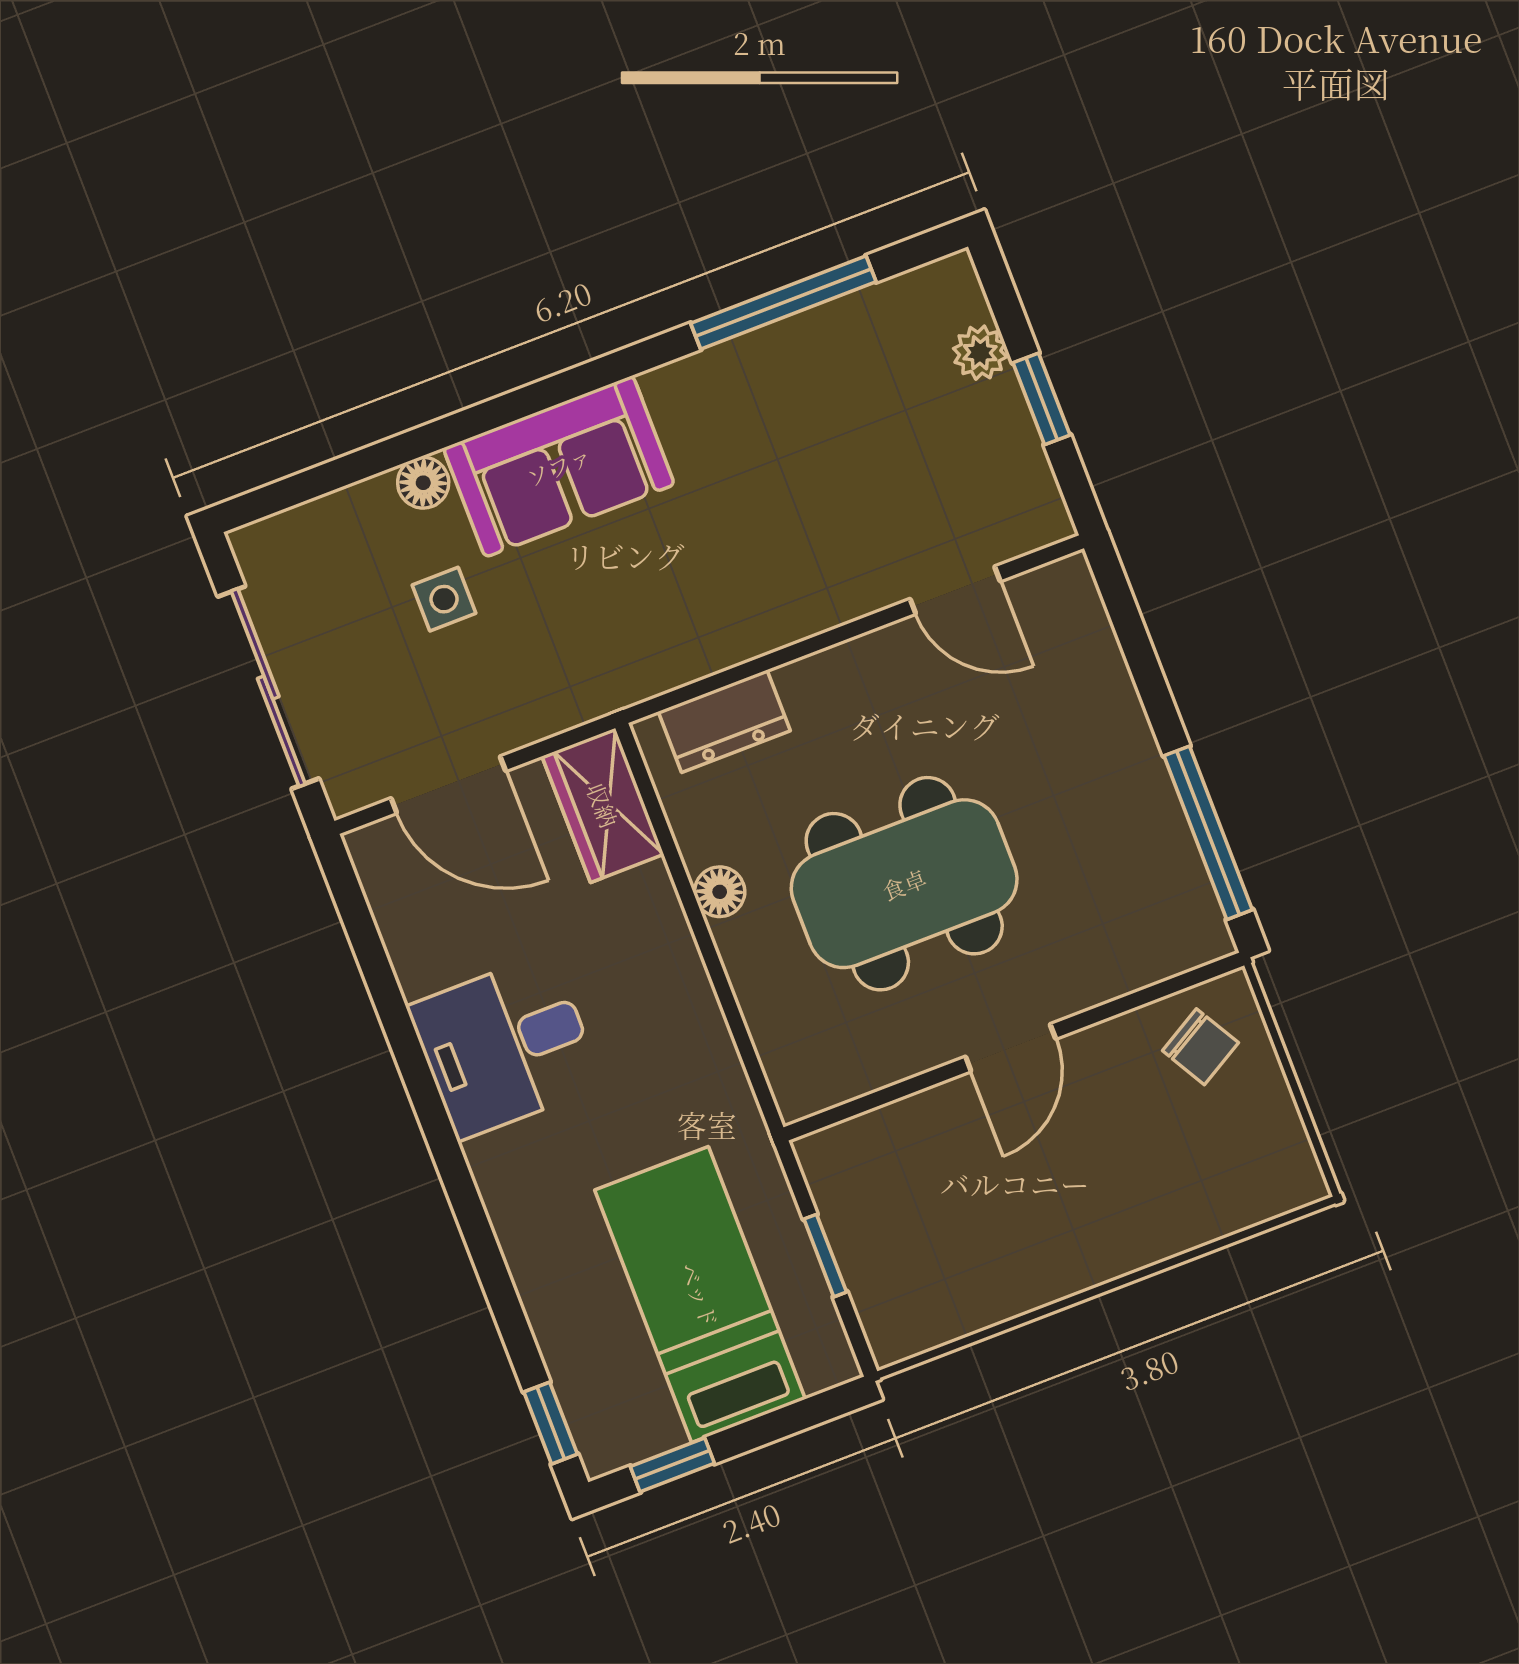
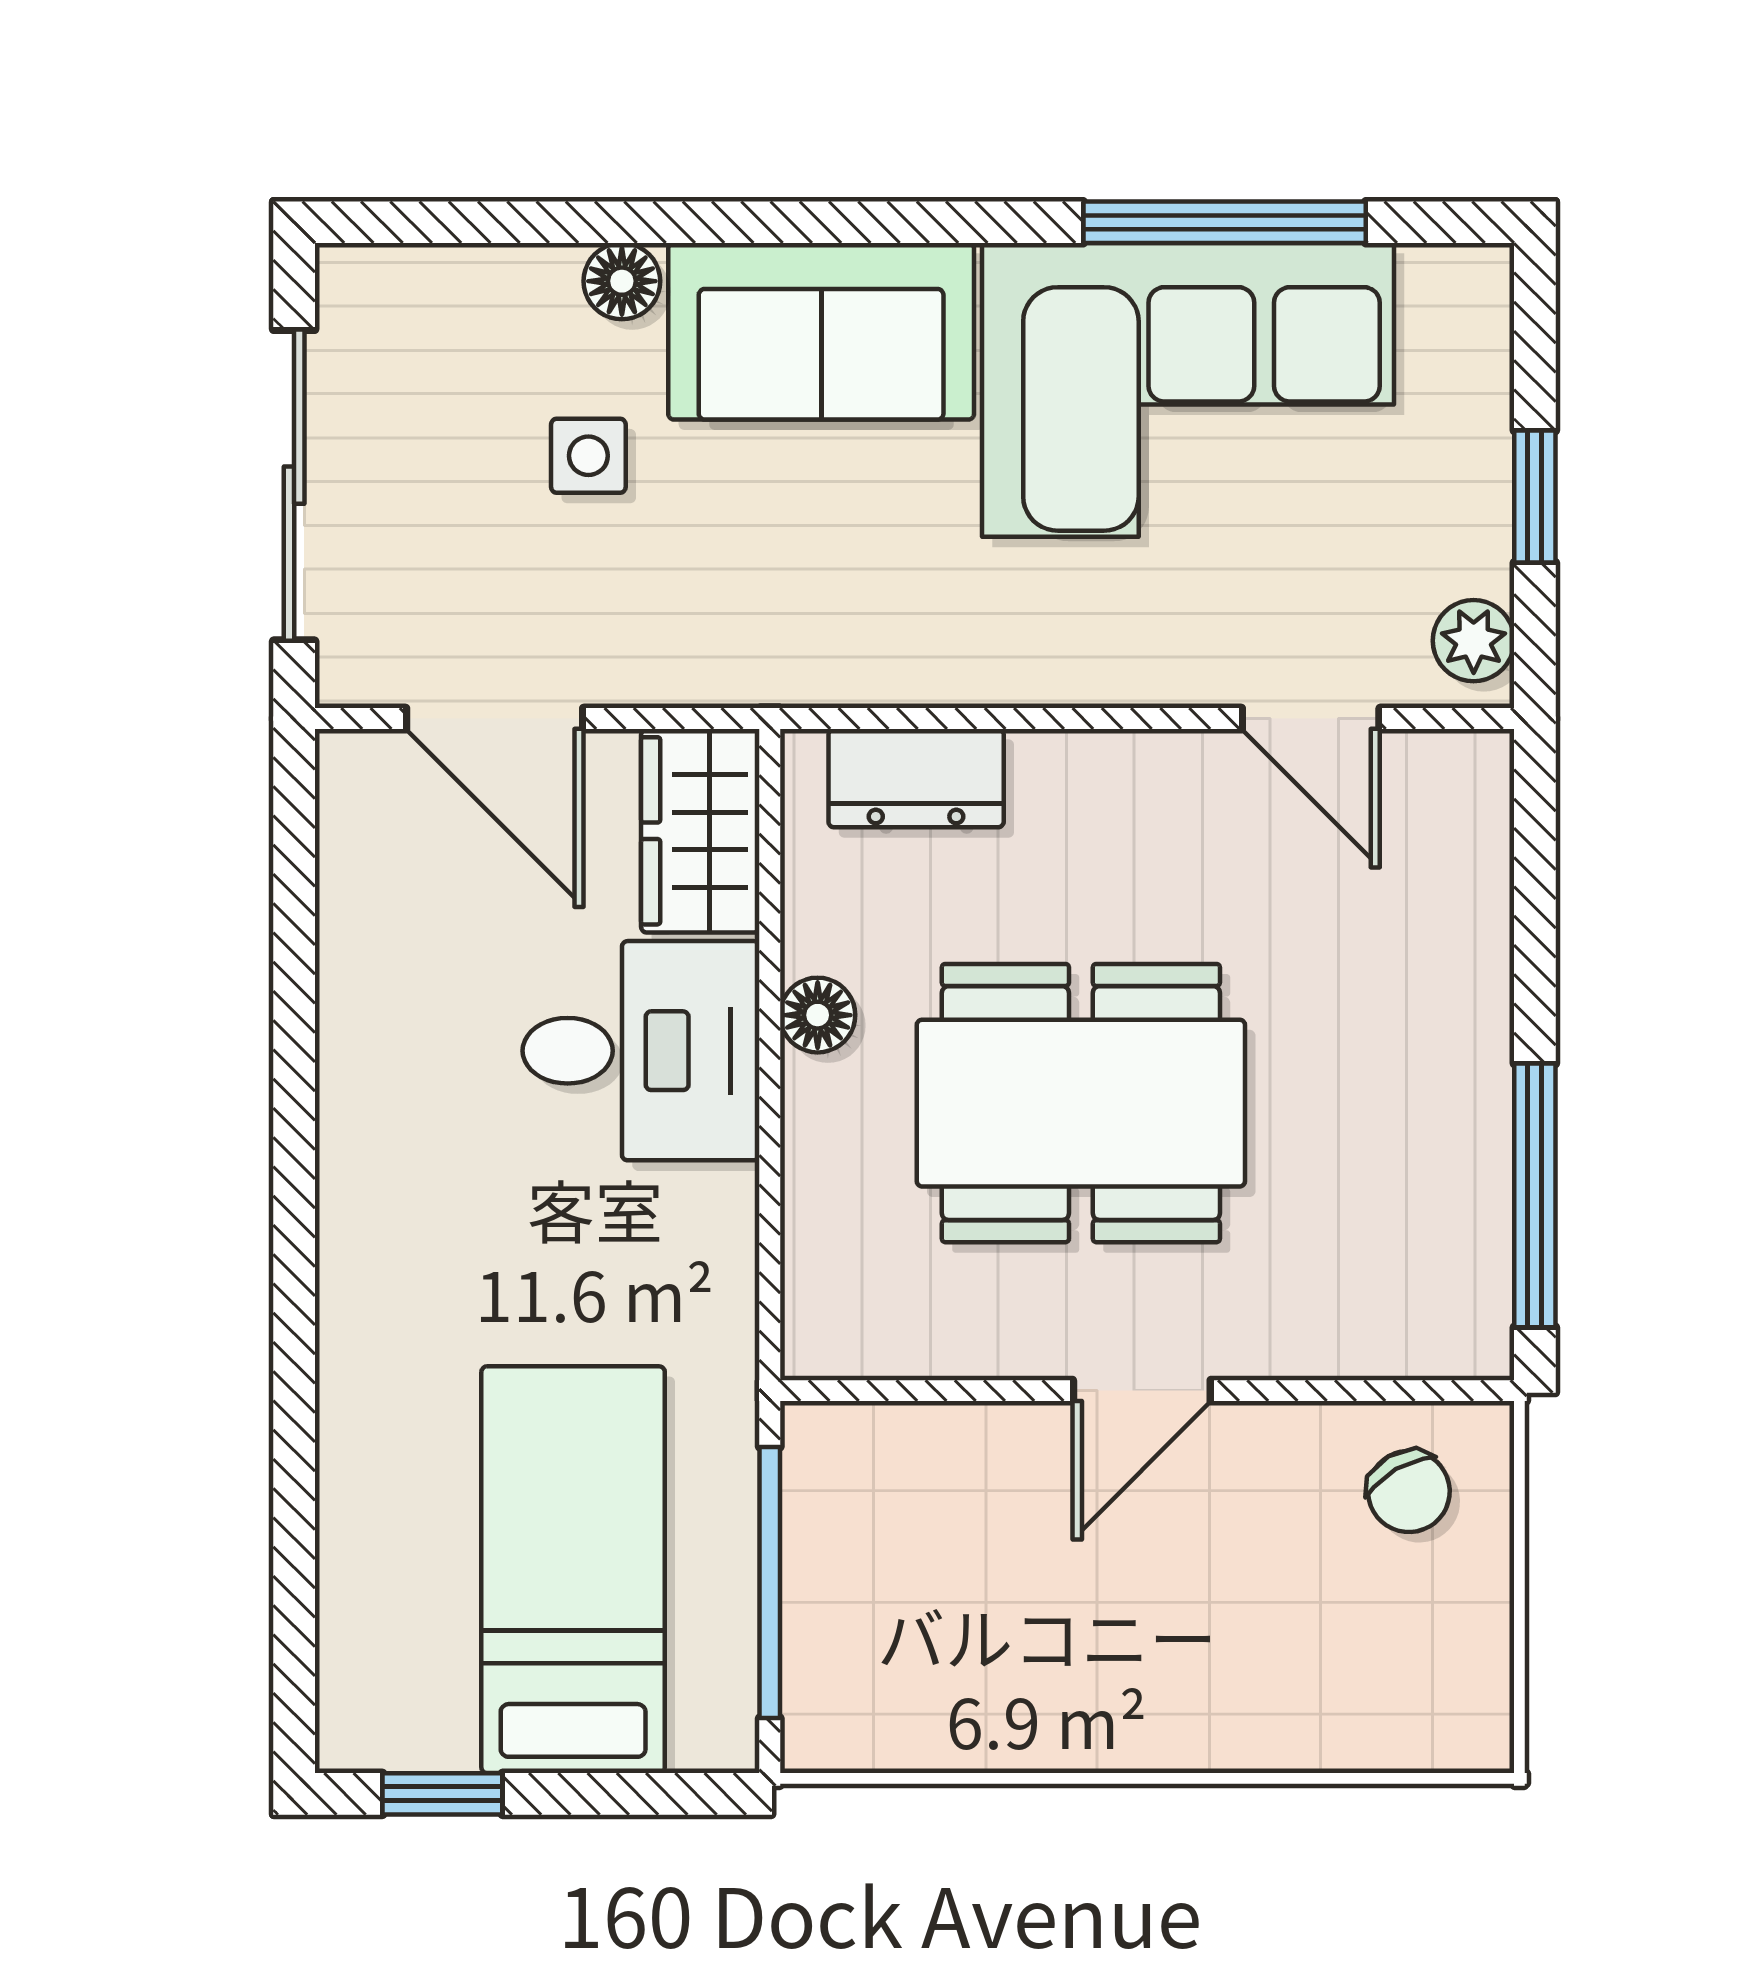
plant: (980, 353) -> (1474, 641), moved
corner sofa: (801, 415) -> (1188, 390), added
desk: (505, 1046) -> (641, 1051), moved, turned 180
window: (825, 1256) -> (770, 1583), width x2.17
window: (551, 1423) -> (294, 1670), removed

